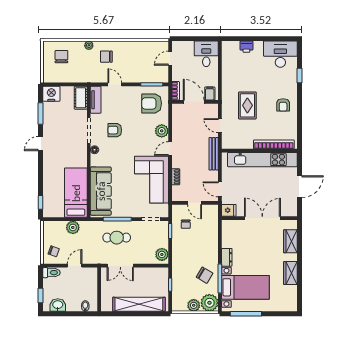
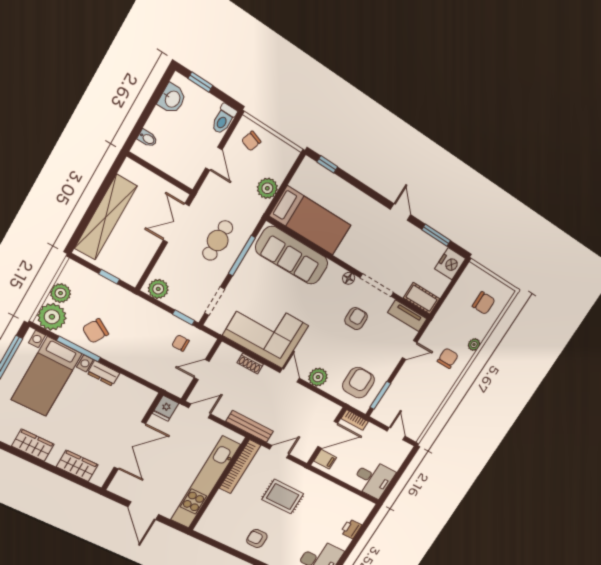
bookcase: (274, 144) -> (240, 467), moved

